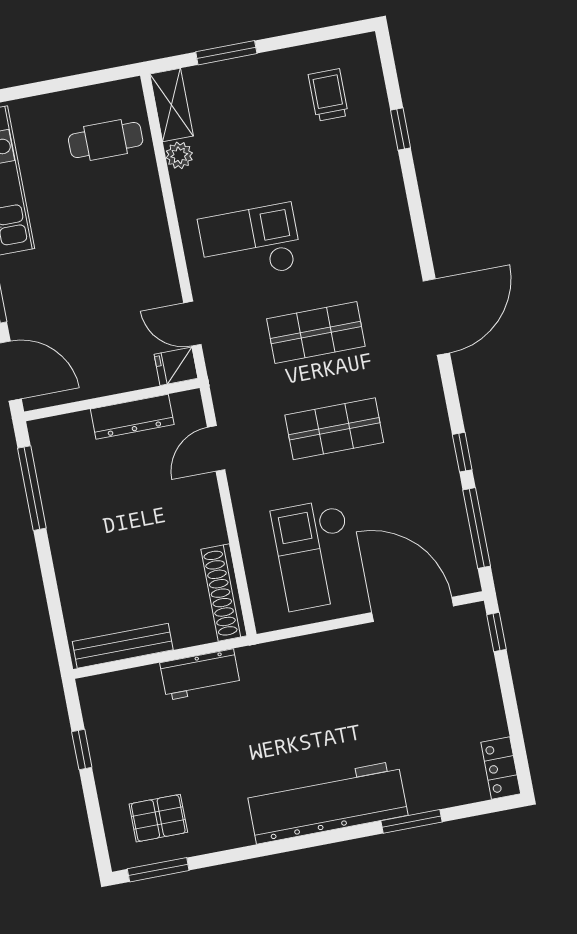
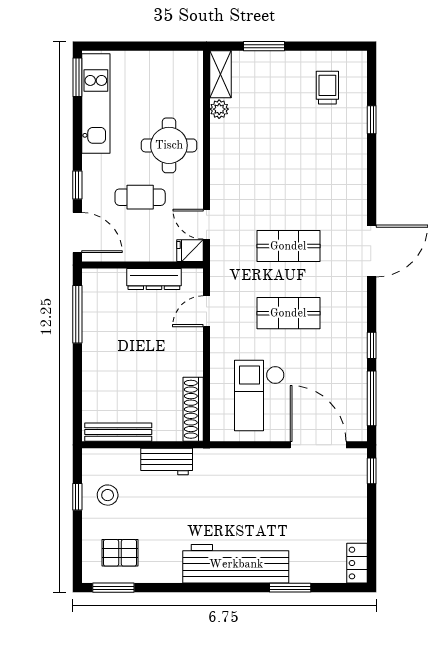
cafe table: (106, 140) -> (140, 197), moved
round table: (117, 221) -> (169, 145), added
checkout: (250, 243) -> (256, 177), removed
stool: (125, 739) -> (108, 495), added

